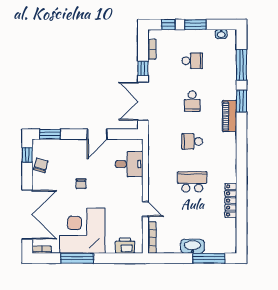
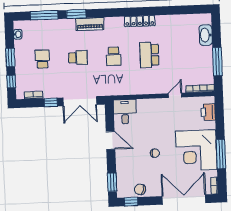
desk: (129, 164) -> (125, 112), moved
locker: (231, 200) -> (140, 21), moved
washbasin: (192, 246) -> (206, 35), moved
window: (209, 258) -> (217, 62), moved

